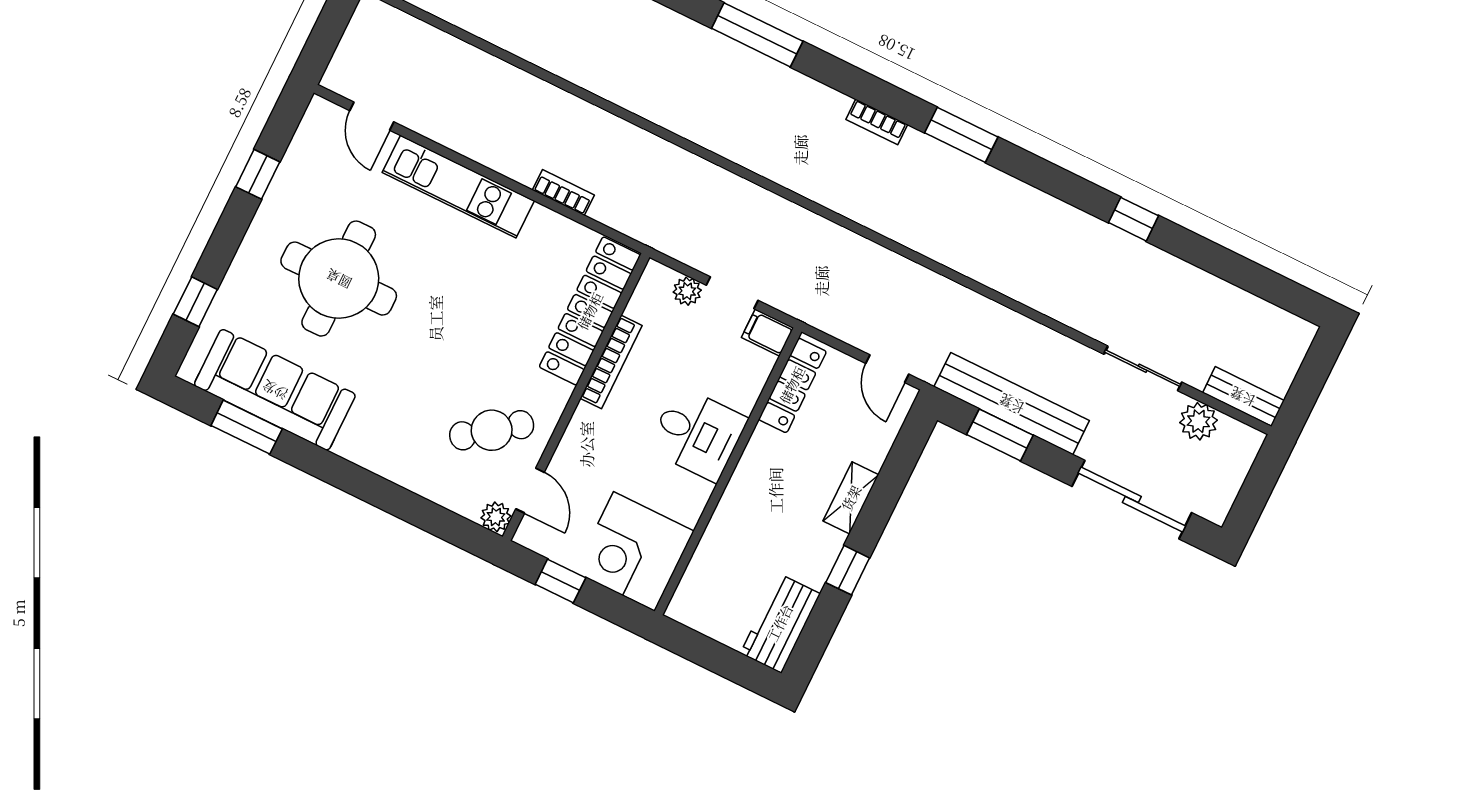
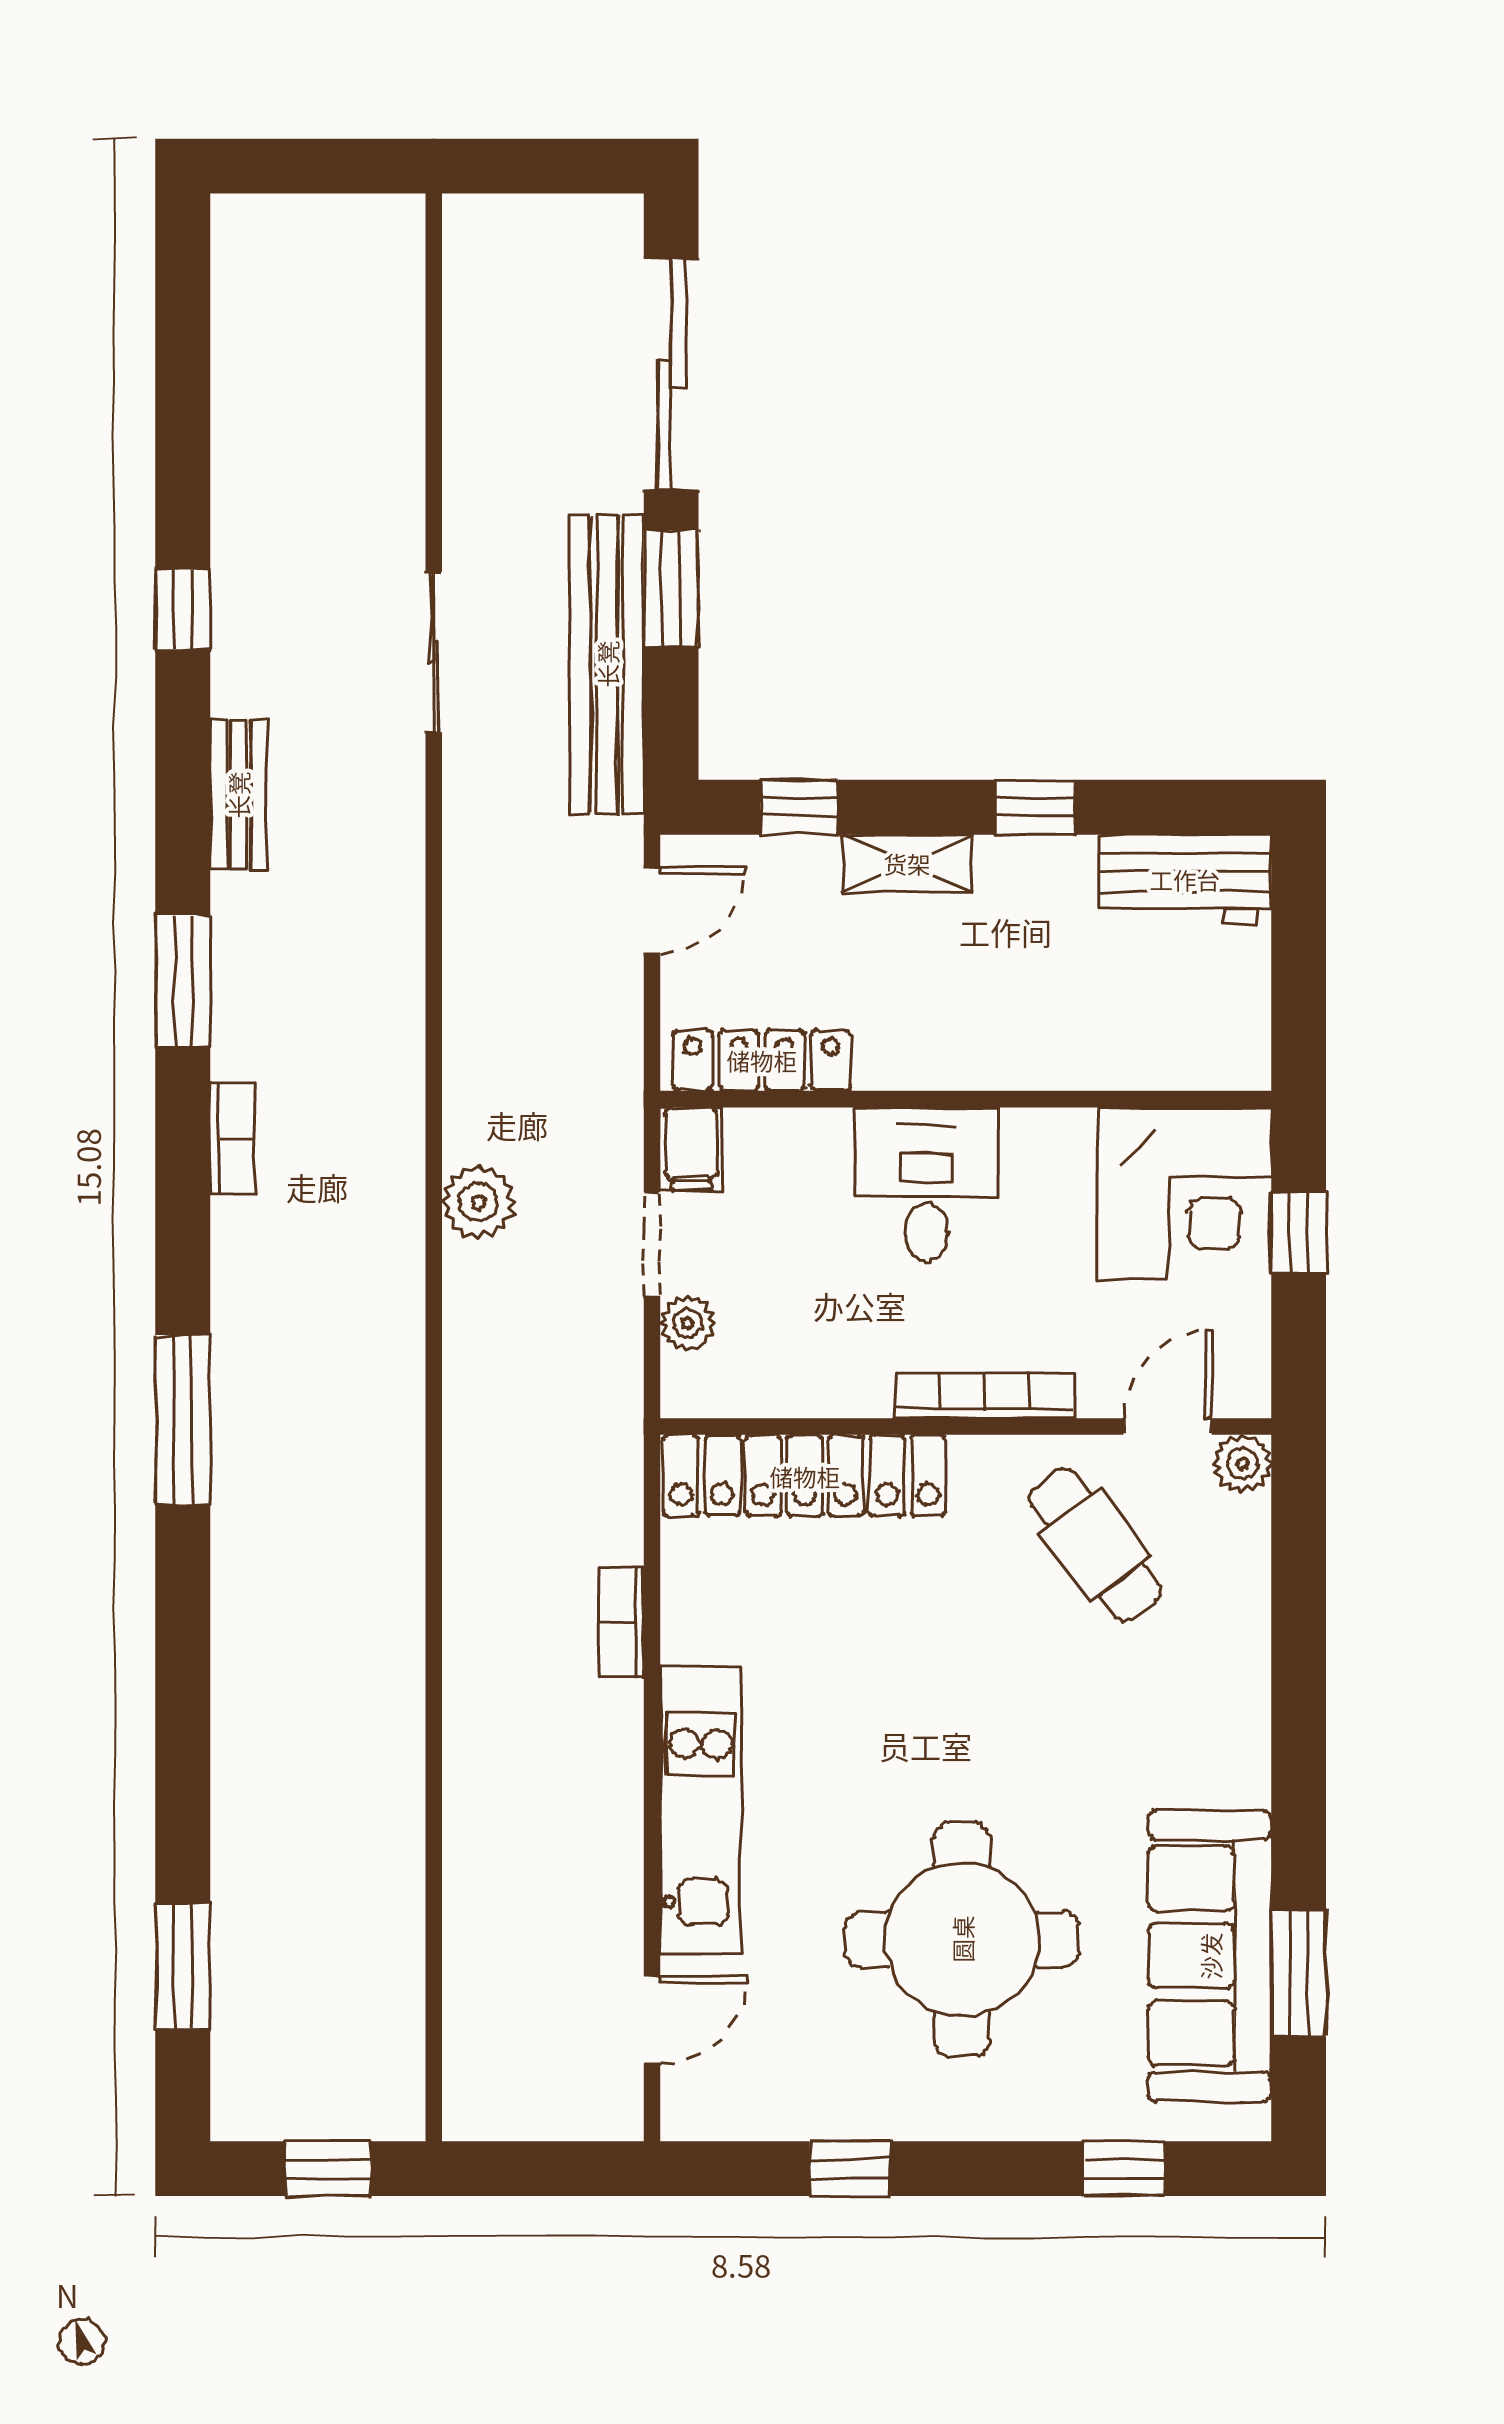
bookcase: (611, 362) -> (985, 1395), moved
sliding door: (1143, 368) -> (434, 652), moved
bench: (1243, 397) -> (238, 795), moved
plant: (1199, 421) -> (478, 1202), moved
window: (1000, 435) -> (671, 588), moved
window: (901, 461) -> (799, 807), added
window: (560, 581) -> (1299, 1233), moved

